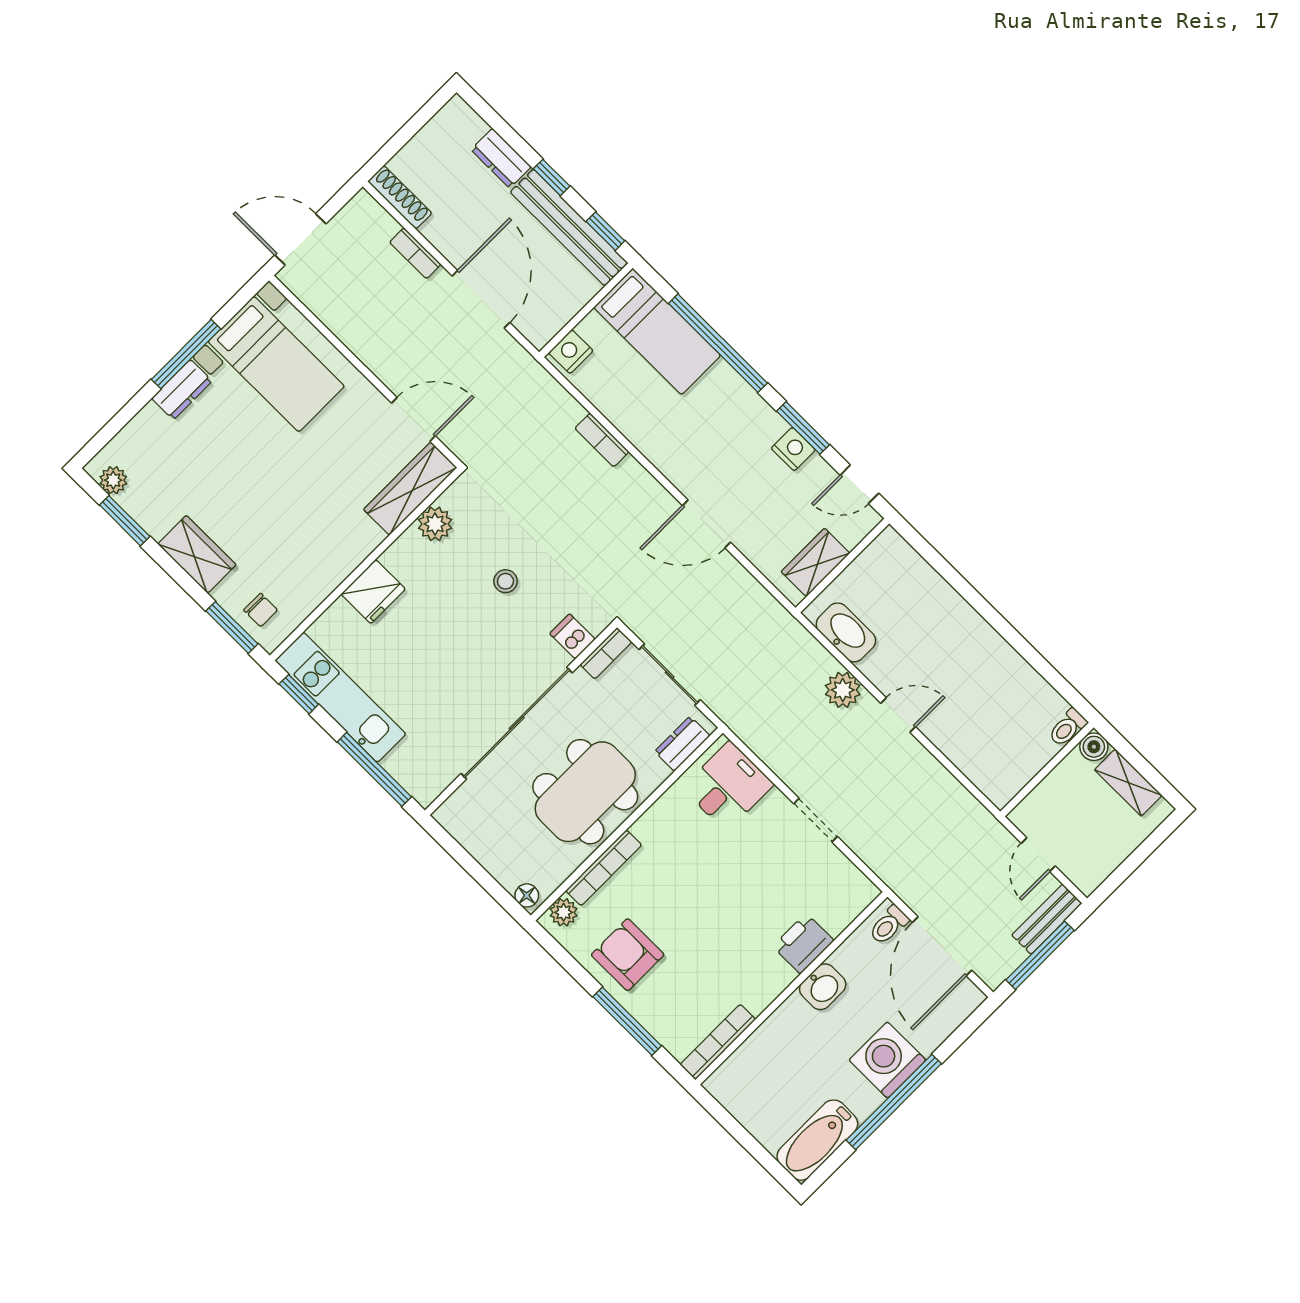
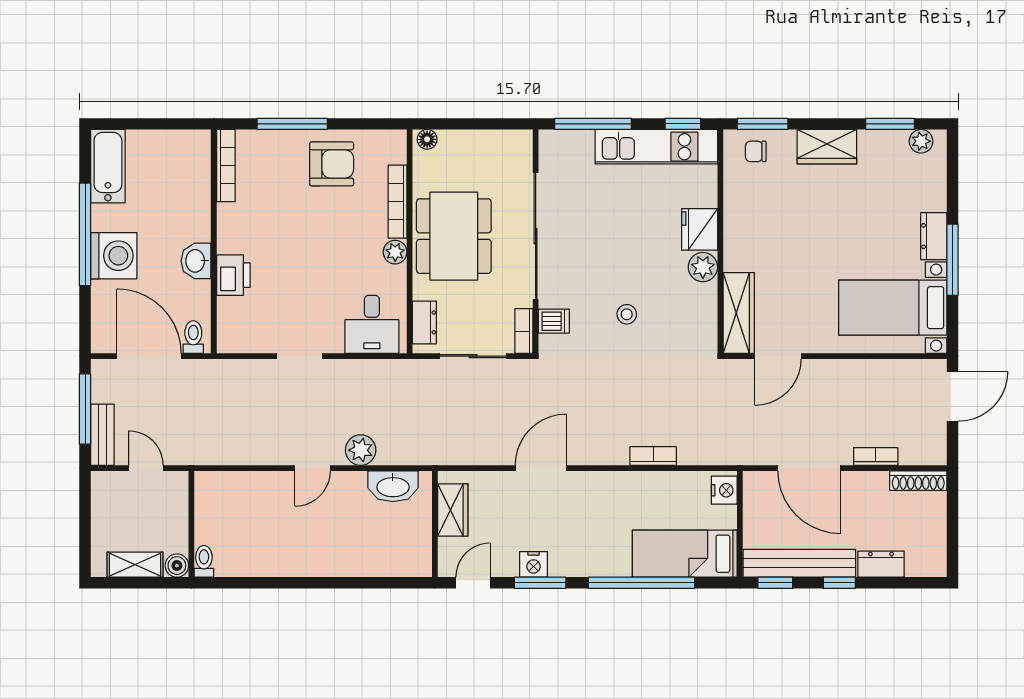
plant: (435, 524) -> (703, 267), moved
plant: (564, 912) -> (395, 252), moved

